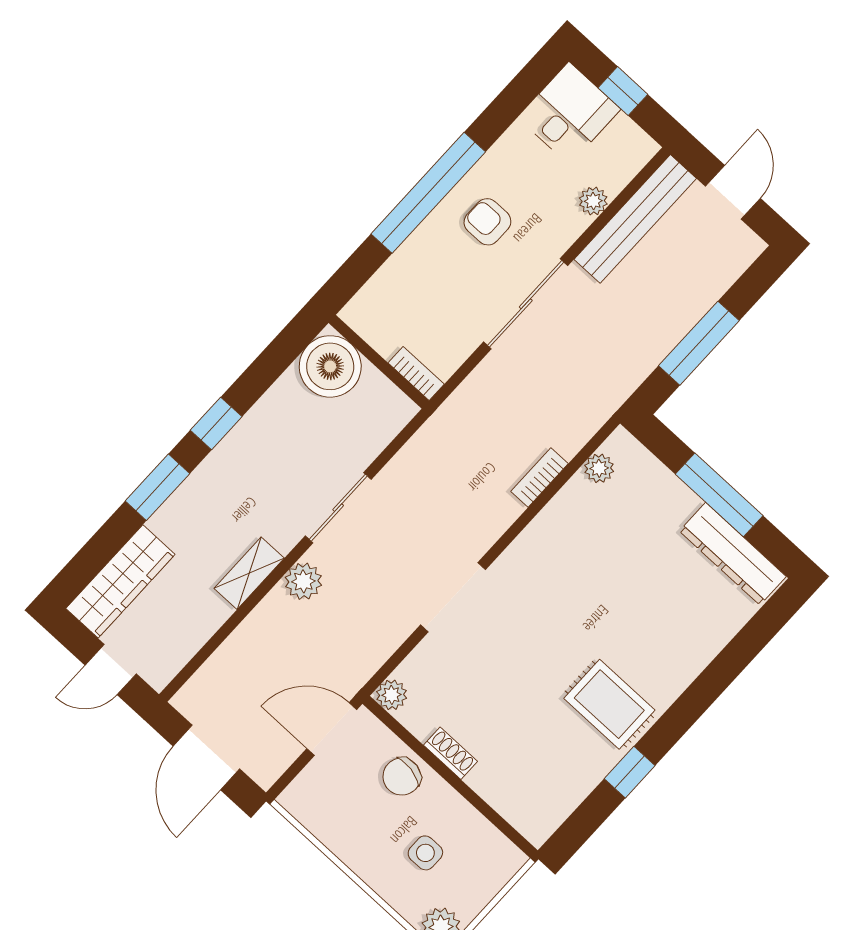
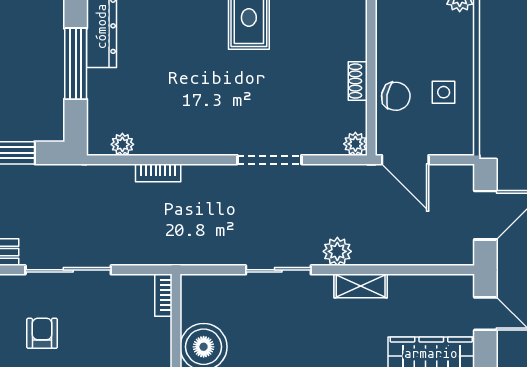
armchair: (487, 222) -> (42, 333), turned 180
side table: (425, 853) -> (444, 92), moved

